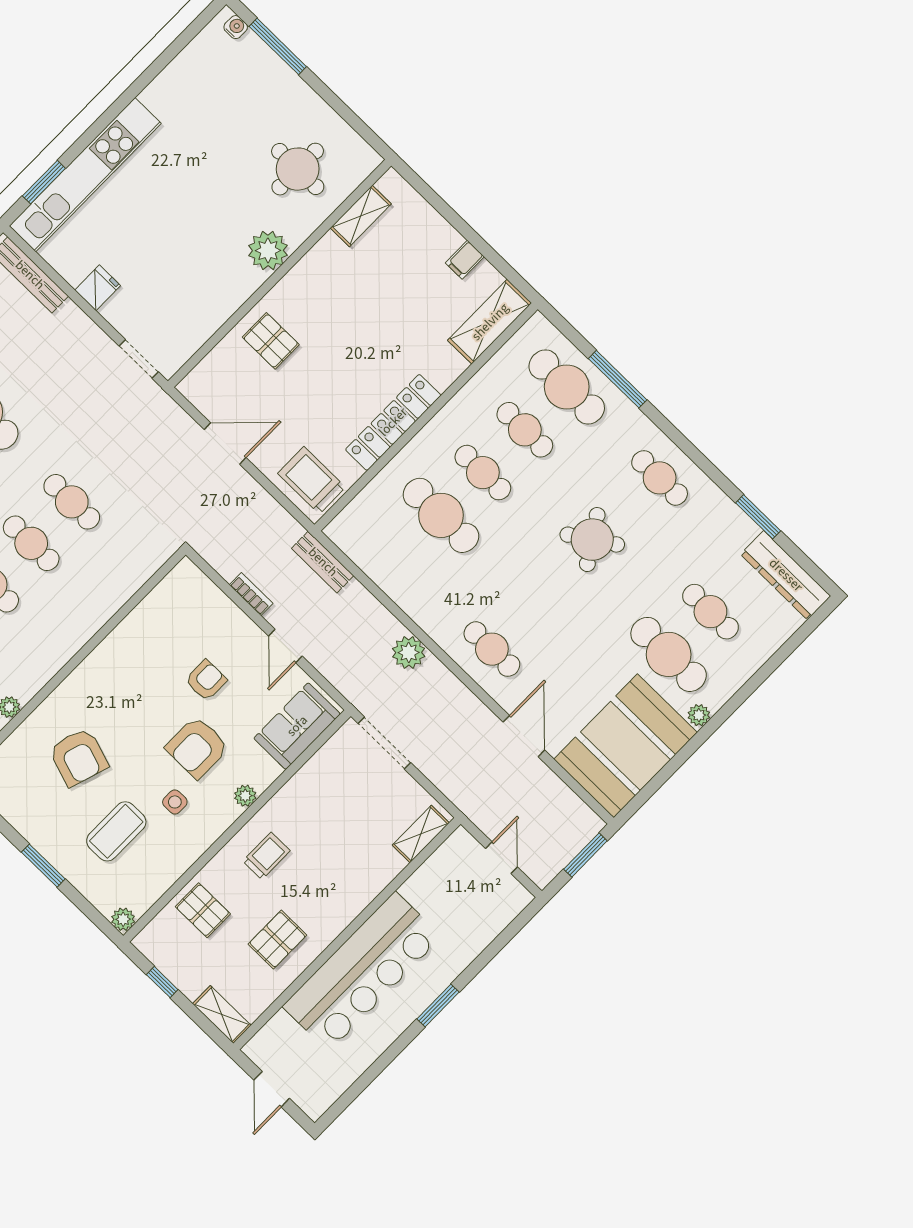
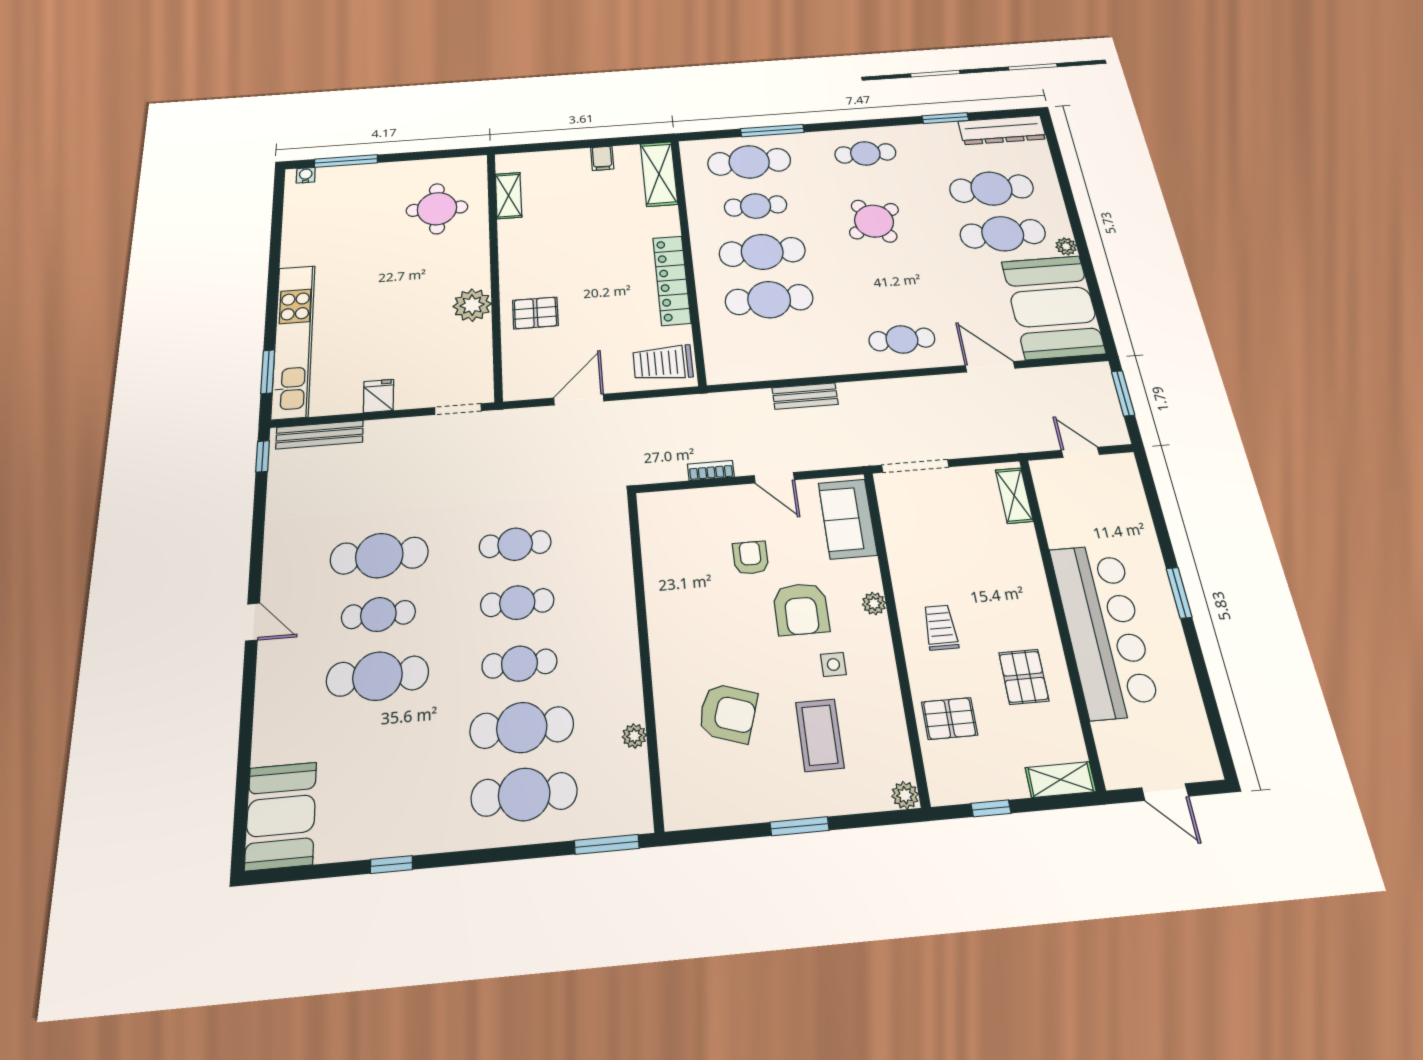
plant: (268, 250) -> (472, 305), moved
cafe table: (483, 473) -> (762, 252), width x1.37, depth x1.35
bench: (323, 562) -> (805, 396), moved
cafe table: (710, 612) -> (991, 189), width x1.37, depth x1.35
plant: (409, 653) -> (856, 396), removed

